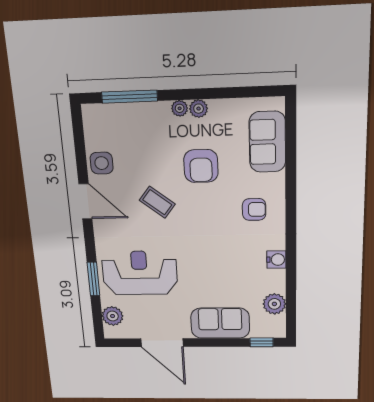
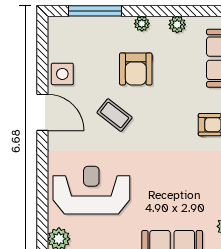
plant: (199, 109) -> (177, 25), moved
armchair: (201, 166) -> (136, 69), moved
window: (94, 279) -> (42, 196), removed

